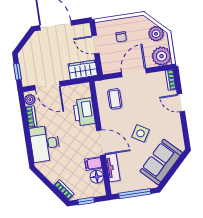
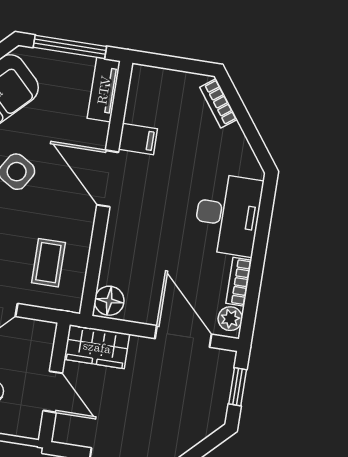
printer: (84, 112) -> (123, 256), removed
tv unit: (113, 168) -> (104, 90), moved
floor lamp: (97, 177) -> (109, 301), moved
window: (86, 201) -> (179, 64), removed

